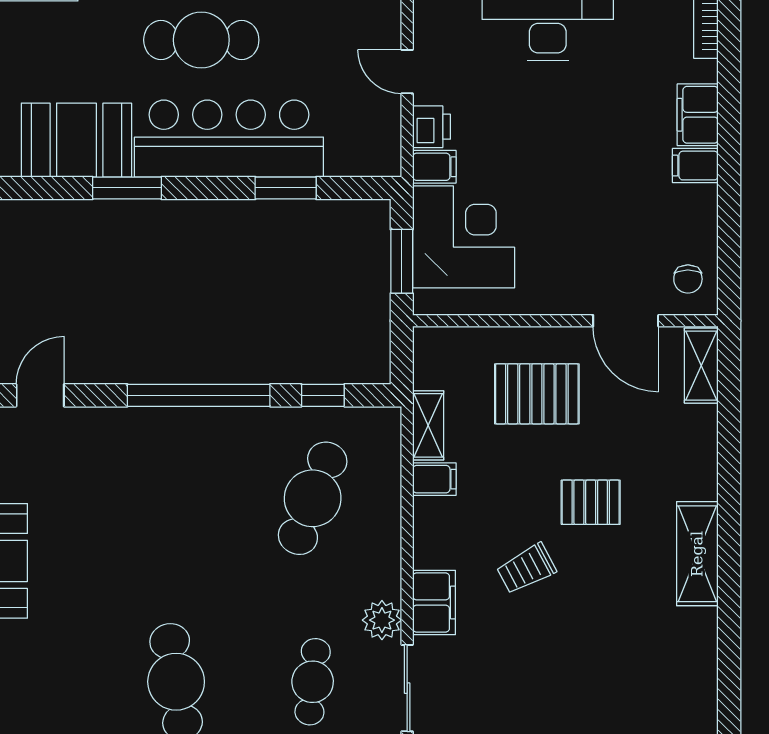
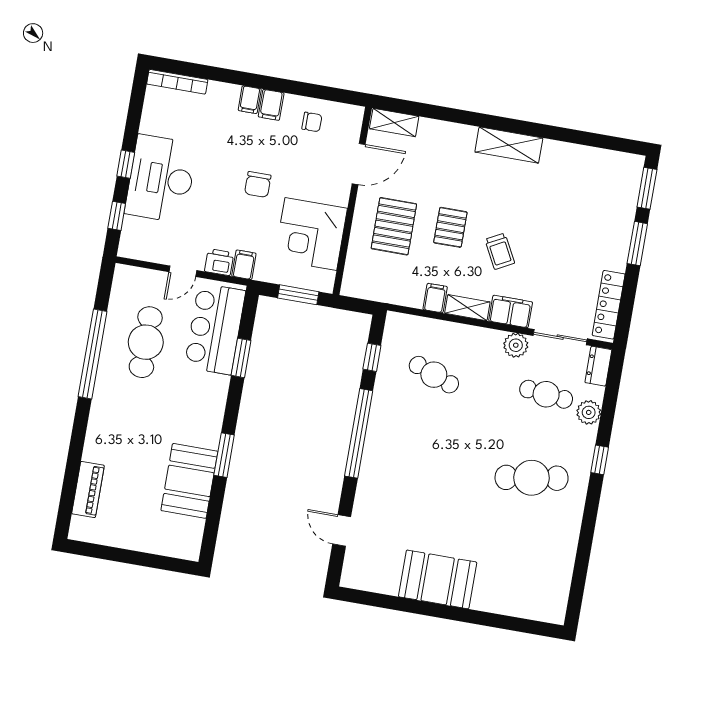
cafe table: (201, 40) -> (146, 342), moved
filing cabinet: (698, 115) -> (250, 100), width x0.50
bar counter: (229, 139) -> (215, 329), moved, width x0.73
chair: (565, 166) -> (258, 184), added
corner desk: (464, 237) -> (311, 234), moved, turned -90
chair: (688, 279) -> (312, 122), moved
shelving: (428, 425) -> (467, 308), moved
cafe table: (313, 498) -> (434, 375), width x0.73, depth x0.74
pallet: (591, 502) -> (450, 227), moved

